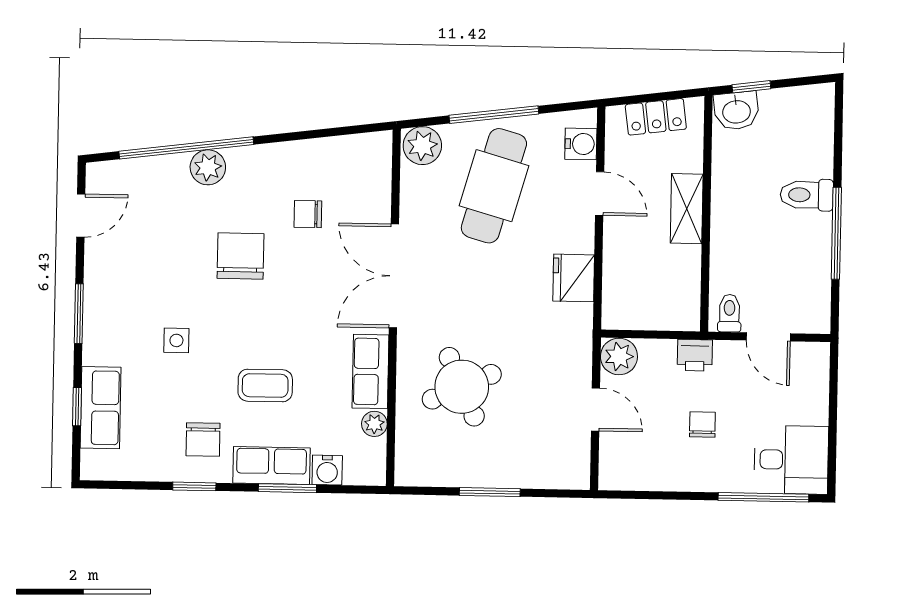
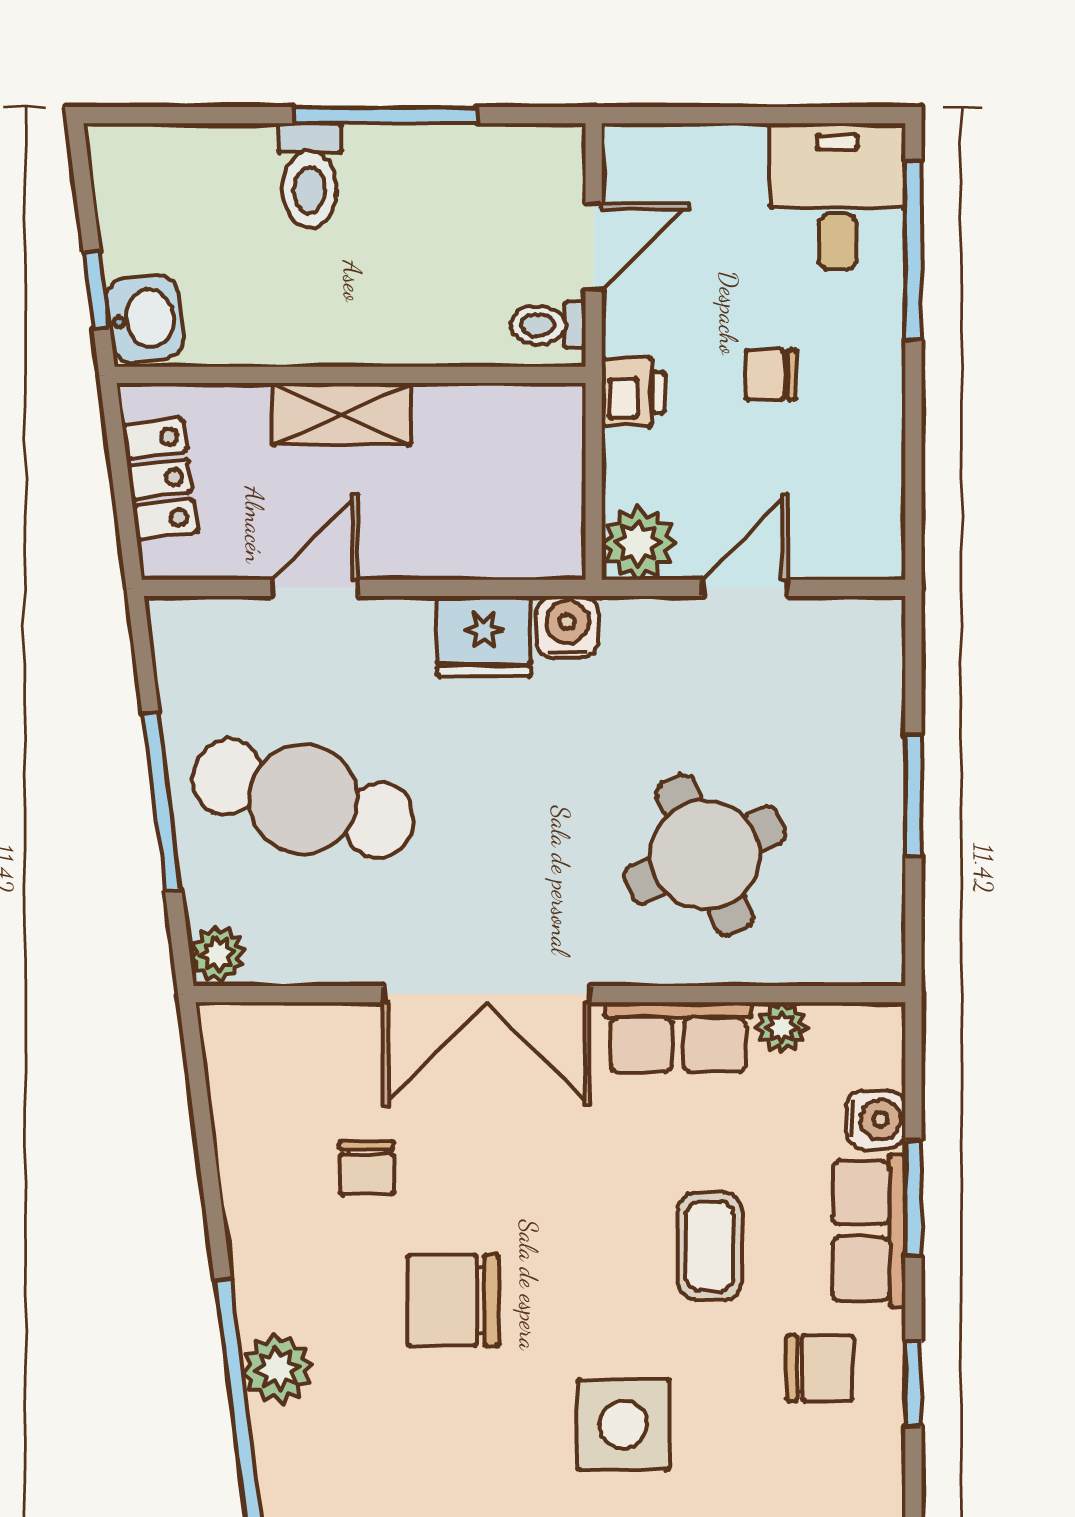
water cooler: (581, 144) -> (567, 627), moved
plant: (422, 146) -> (217, 954), width x0.73, depth x0.73
side table: (176, 340) -> (623, 1425), width x1.87, depth x1.87

